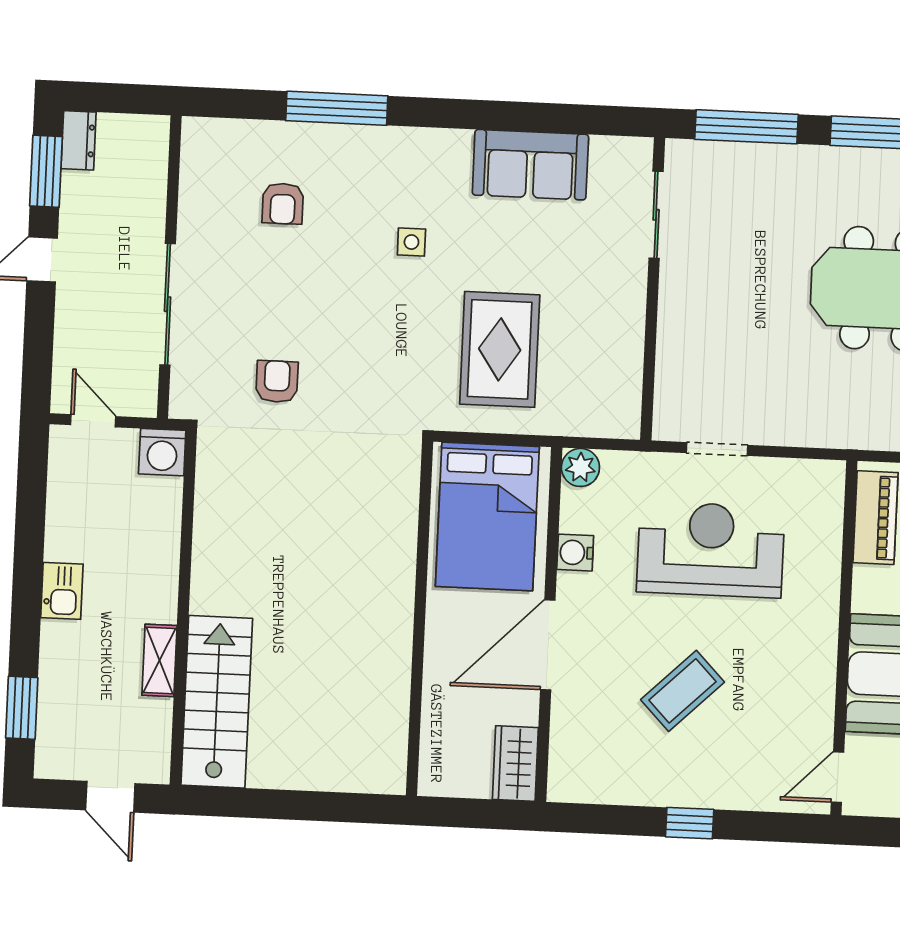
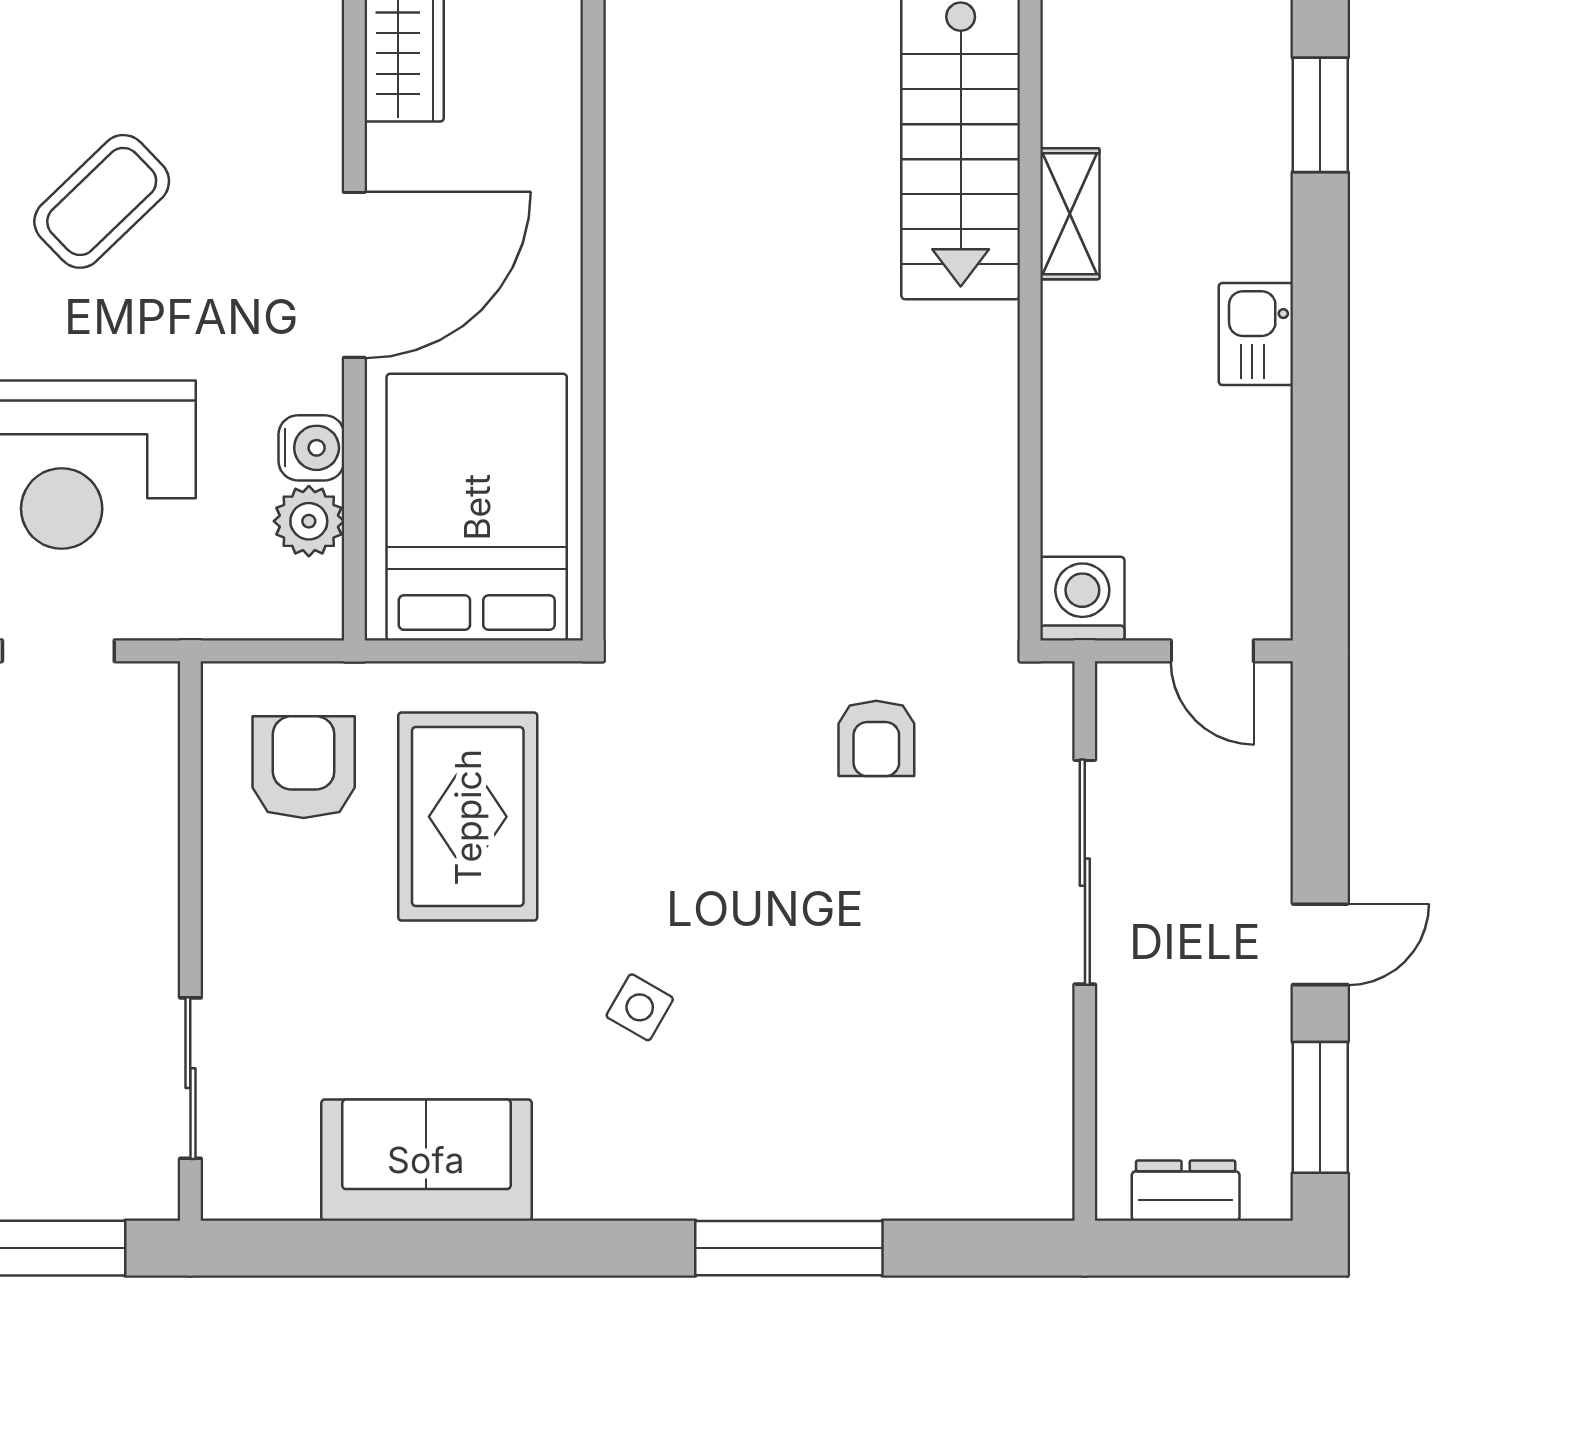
dresser: (79, 140) -> (1186, 1191), moved, turned 90
armchair: (283, 204) -> (304, 767), moved, width x1.38, depth x1.38
side table: (411, 242) -> (640, 1007), turned 30
plant: (580, 467) -> (309, 521), moved

